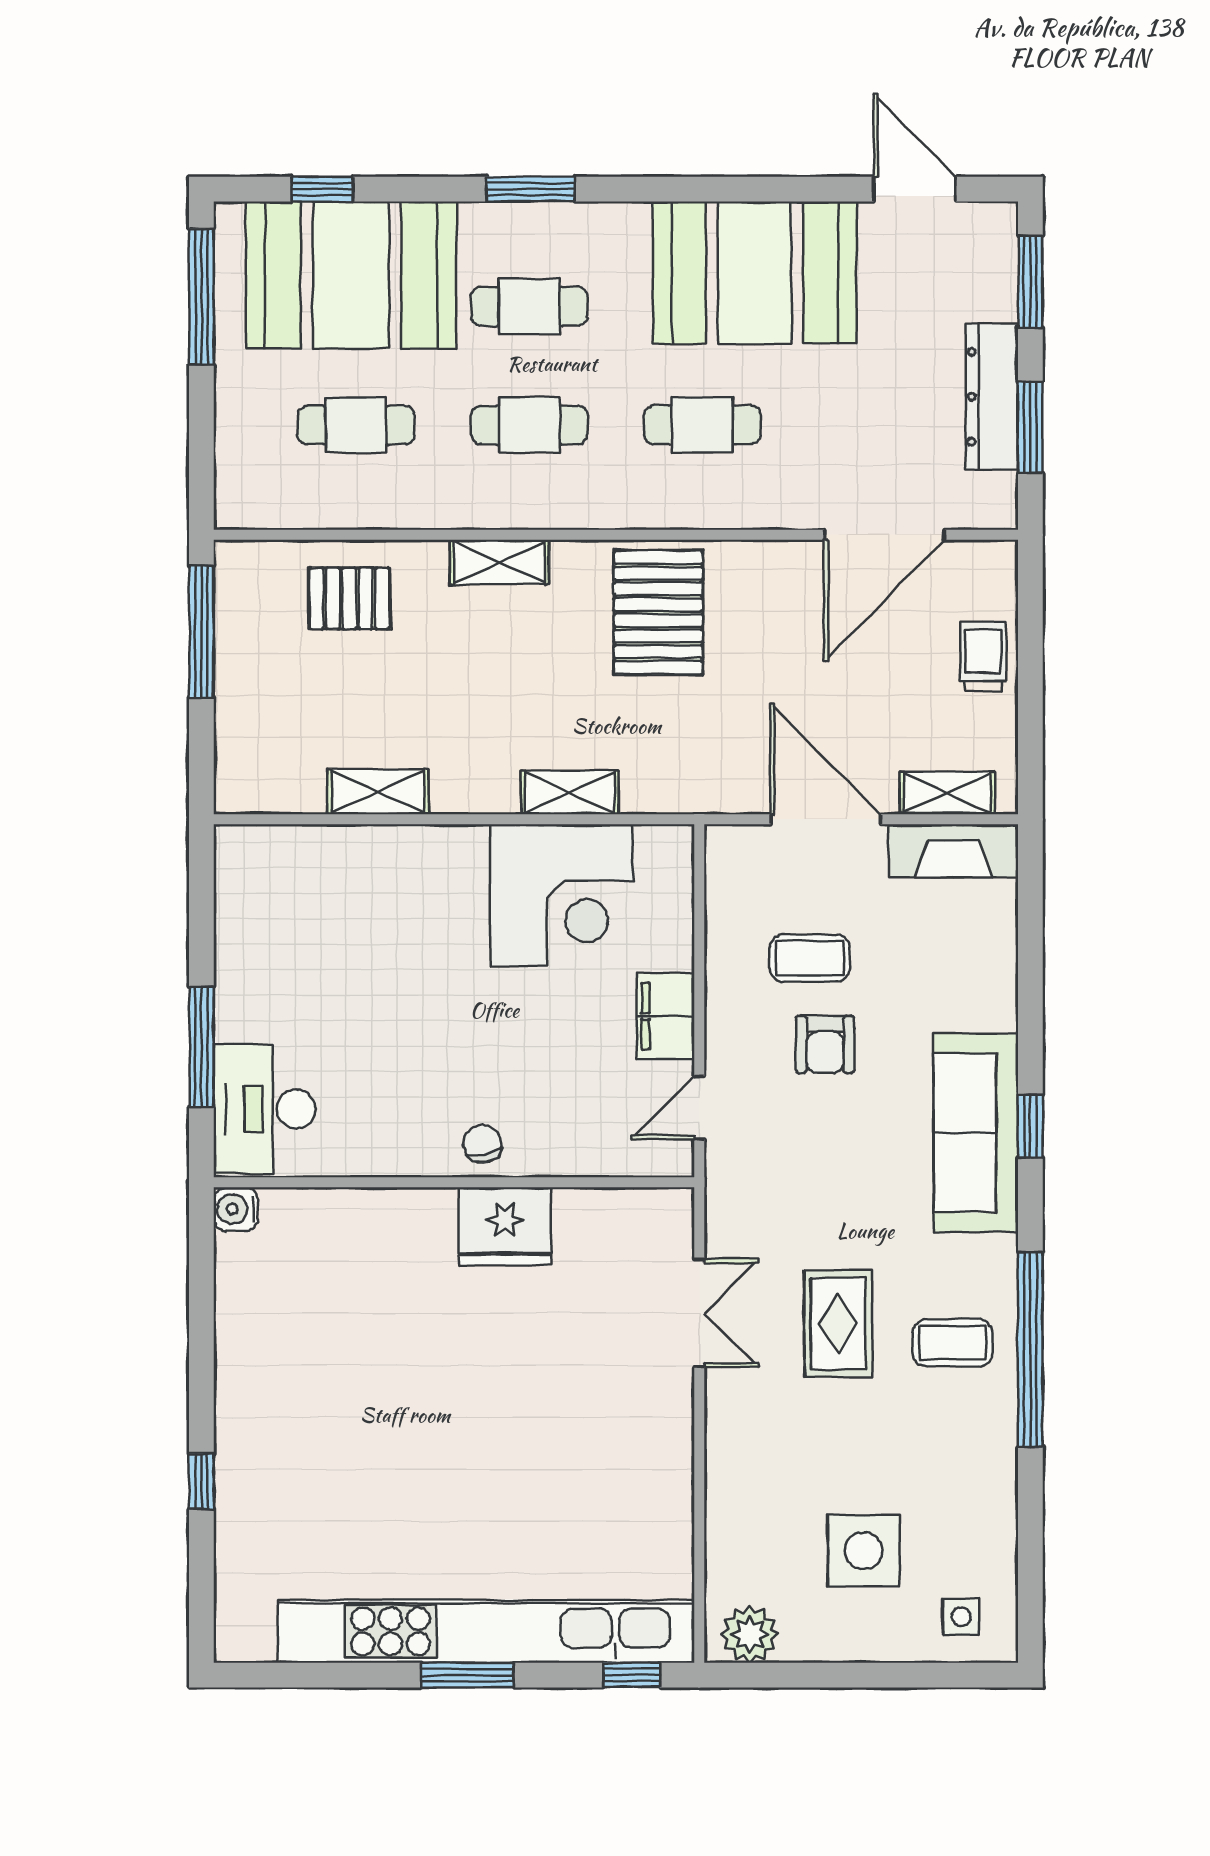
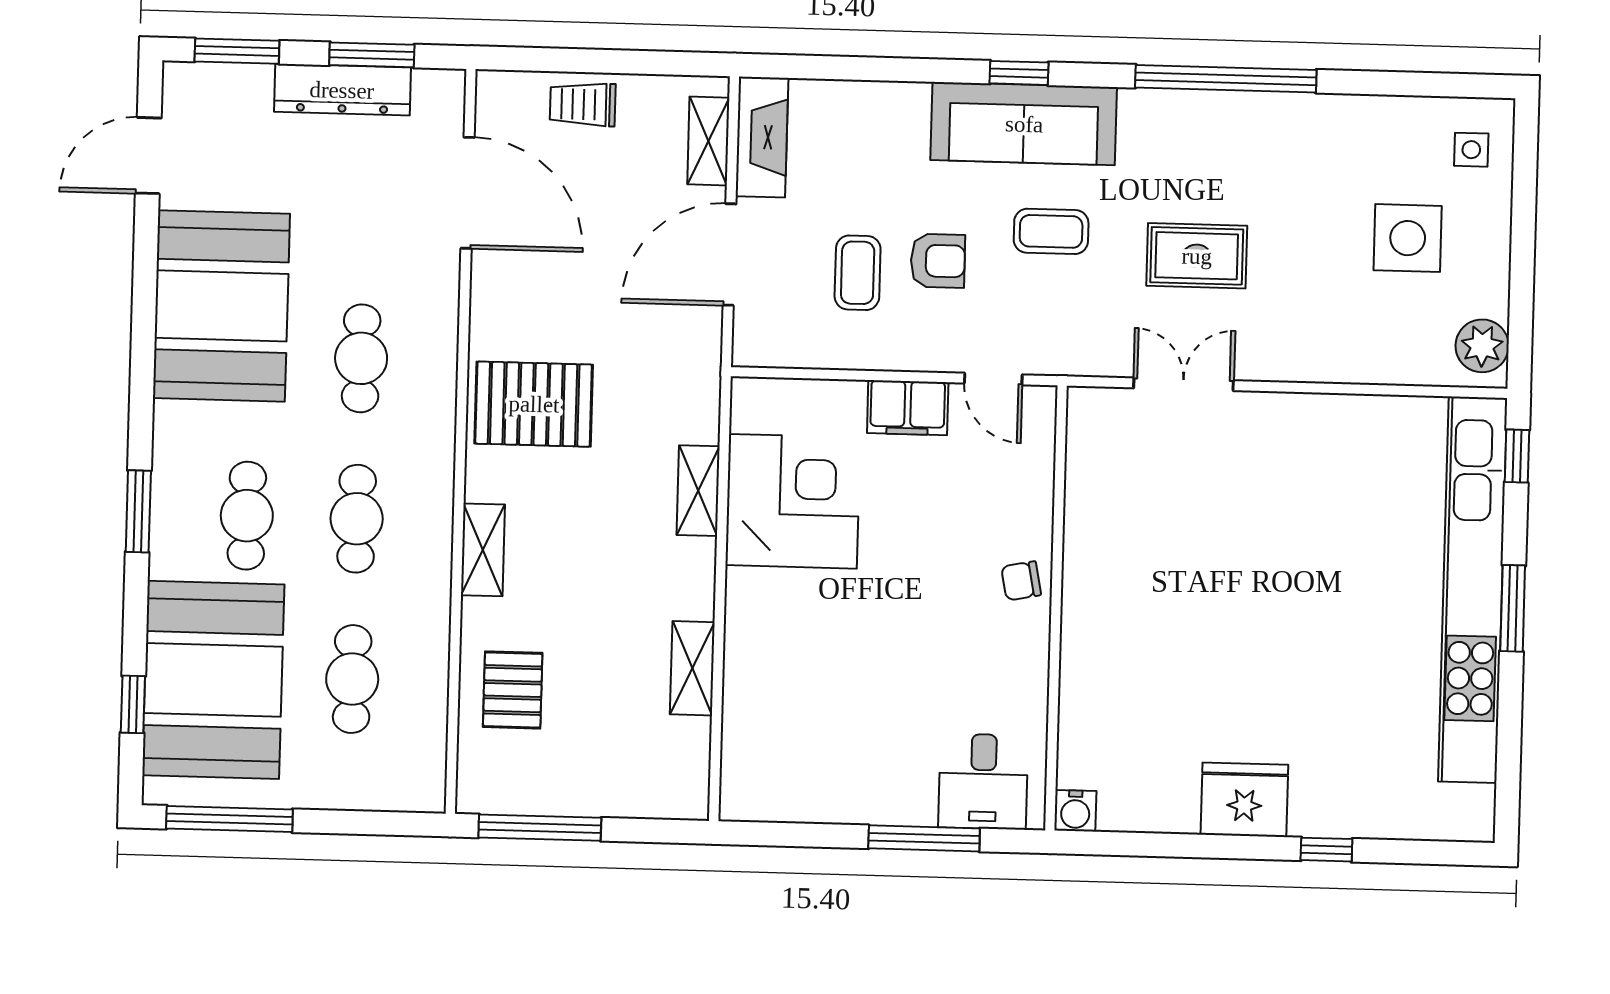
desk: (265, 1109) -> (983, 781), width x0.73
fridge: (505, 1226) -> (1244, 800), moved, turned -90
coffee table: (953, 1343) -> (1051, 231), moved, turned 90

